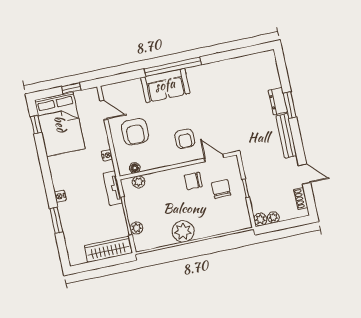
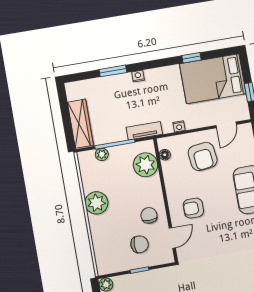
window: (36, 125) -> (191, 58), moved
armchair: (135, 132) -> (203, 156), turned -97
plant: (139, 182) -> (146, 165), width x1.88, depth x1.88

